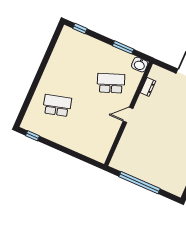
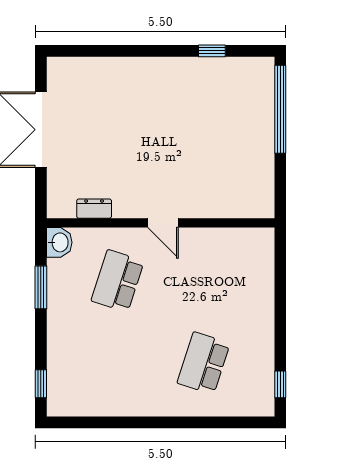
school desk: (111, 83) -> (118, 281), turned 39
school desk: (57, 105) -> (204, 363), turned 33
window: (139, 183) -> (280, 109), moved

